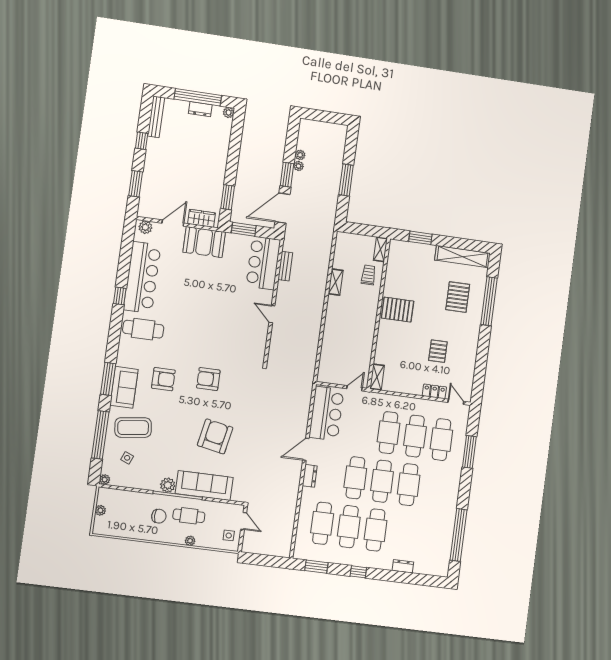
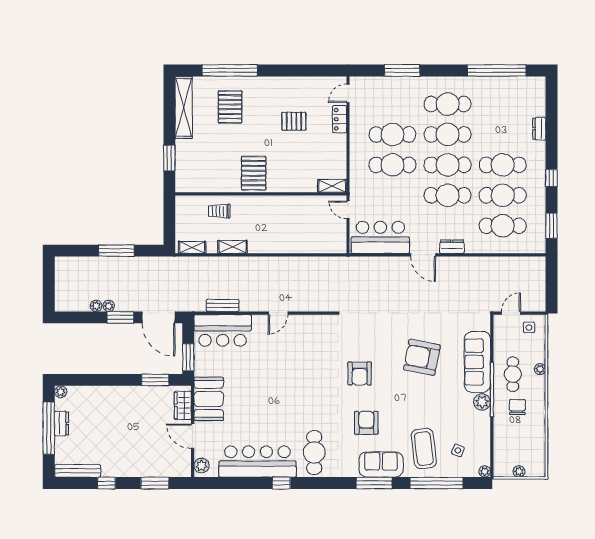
shelving: (380, 249) -> (192, 247), moved
pallet: (458, 297) -> (230, 107), turned 90
cafe table: (441, 440) -> (448, 104), moved

